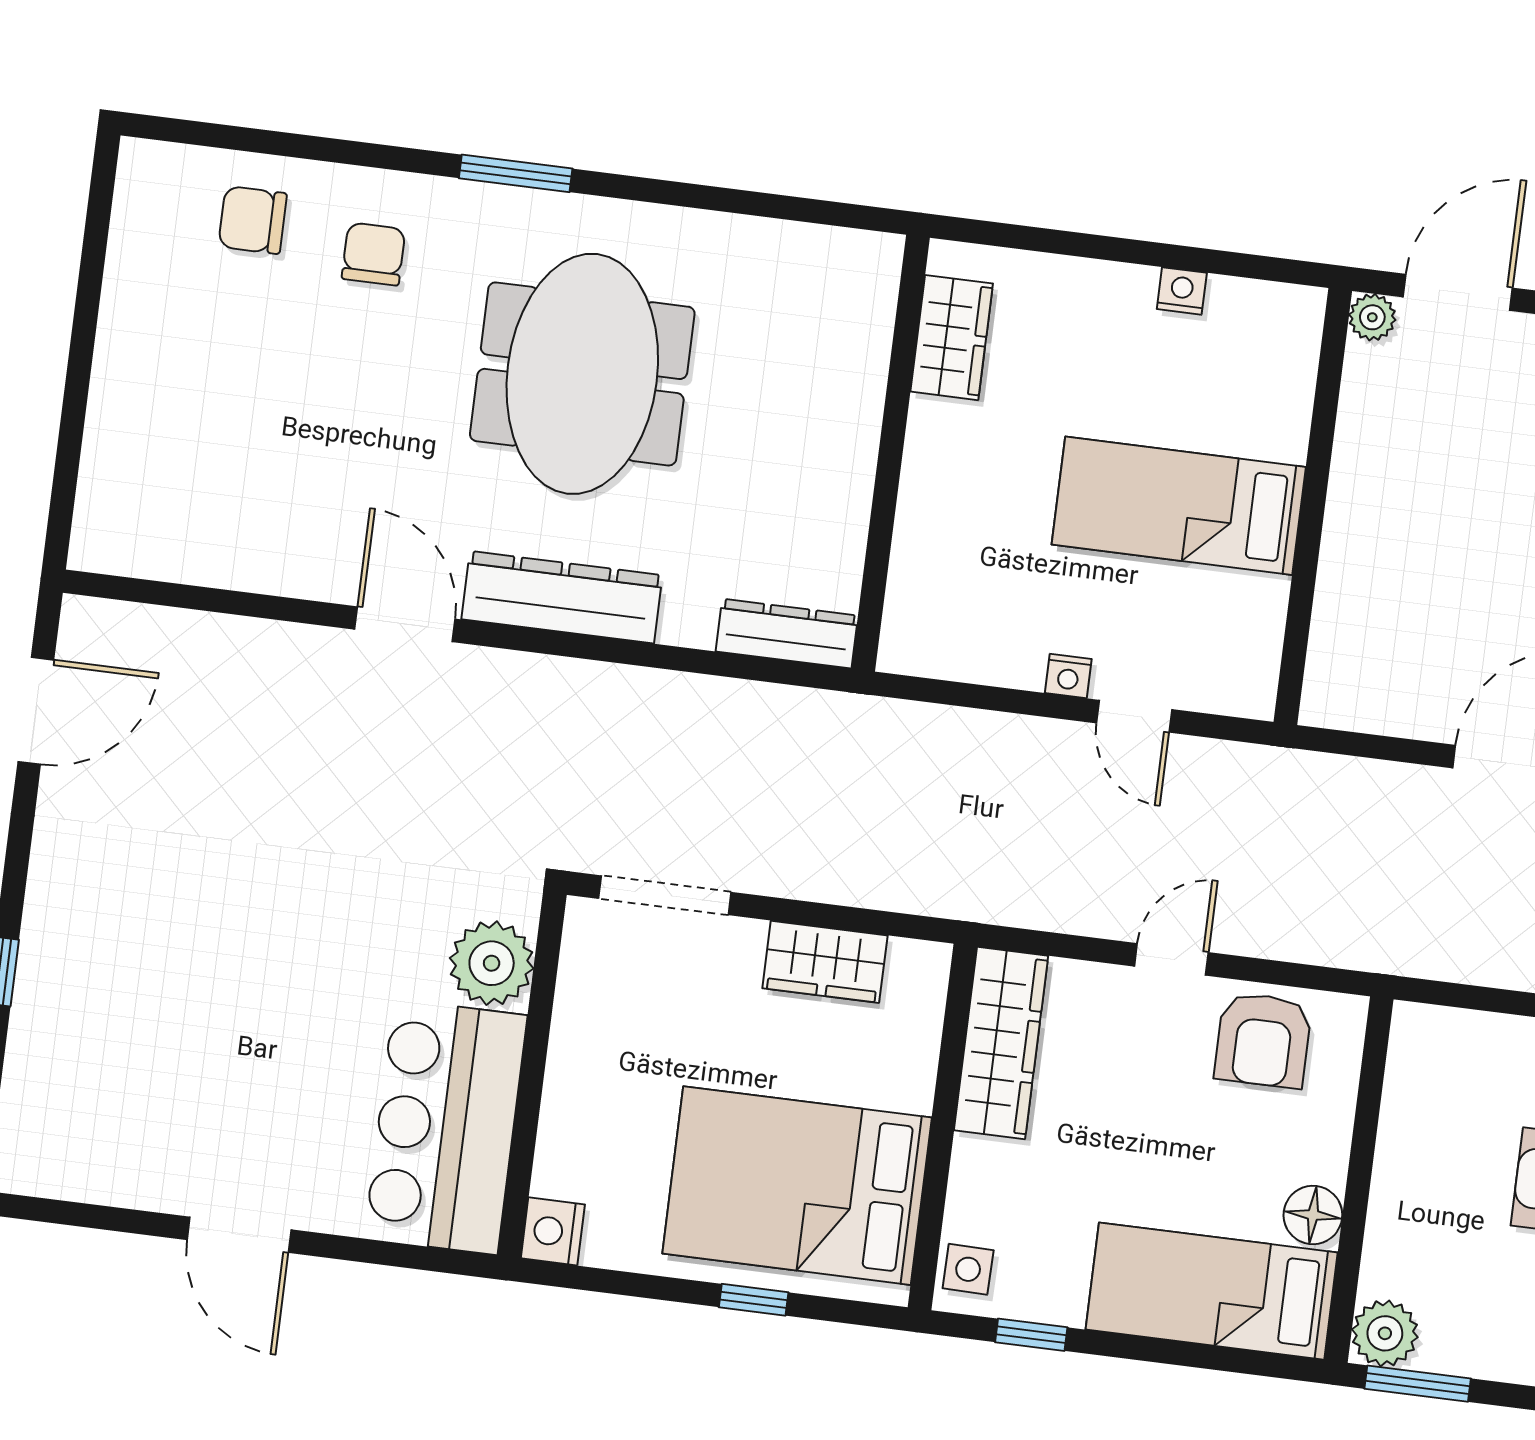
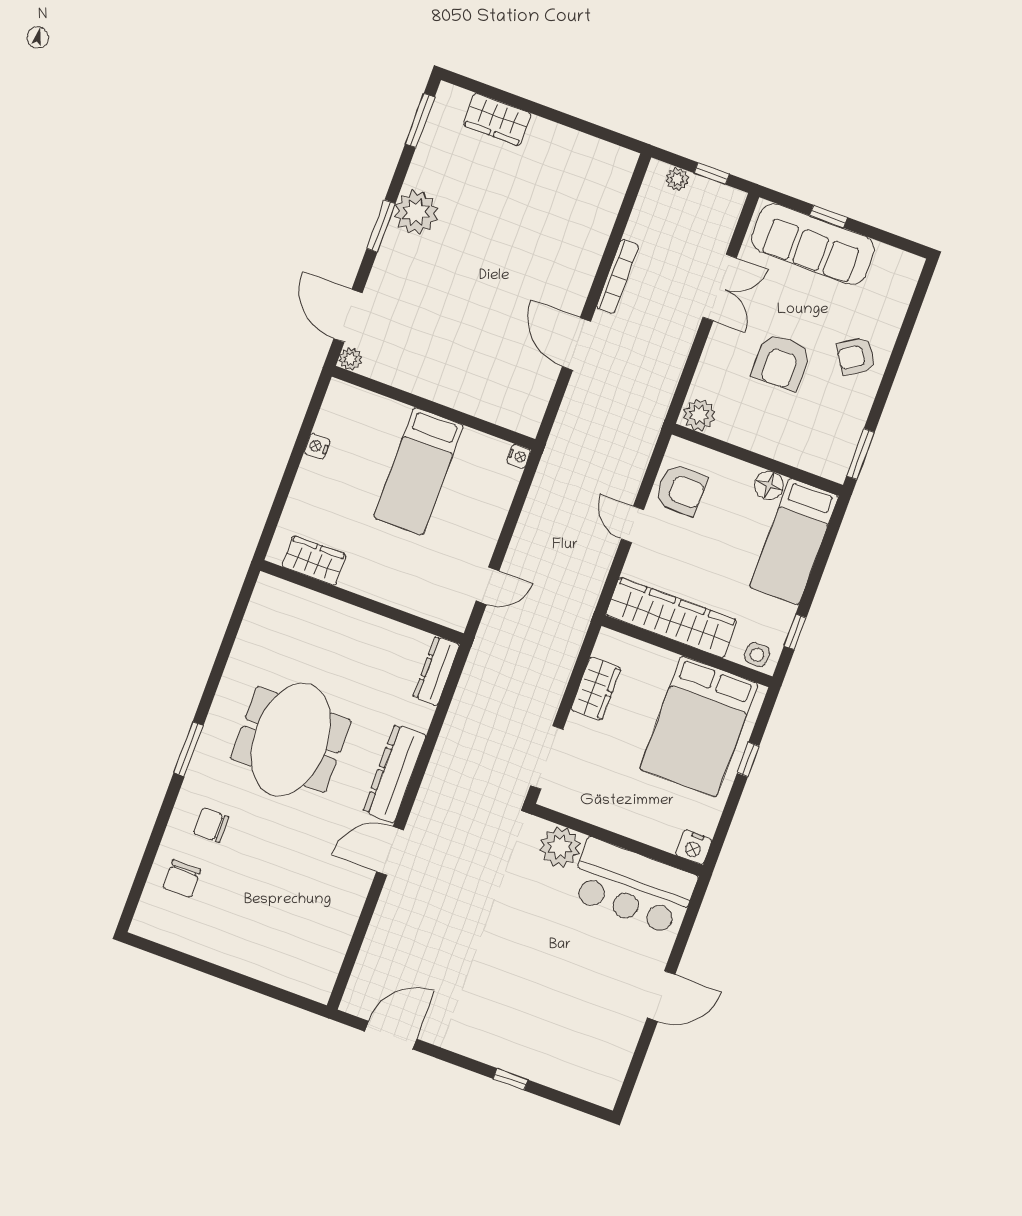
meeting table: (582, 374) -> (291, 739), turned 90
nightstand: (1068, 676) -> (519, 456), moved
door: (36, 711) -> (391, 1035), hinge flipped
door: (1134, 716) -> (487, 586), moved
wardrobe: (1001, 1043) -> (671, 618), width x1.40, depth x1.17
plant: (1385, 1333) -> (699, 415), moved

